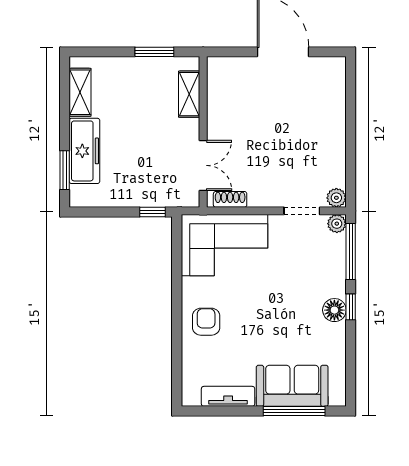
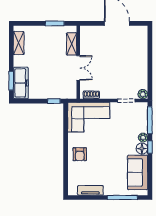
freezer: (84, 151) -> (21, 83), moved
double door: (203, 165) -> (78, 68), moved
plant: (337, 224) -> (143, 137), moved
armchair: (206, 322) -> (80, 154), turned 180
sofa: (292, 386) -> (138, 172), moved, turned -90

